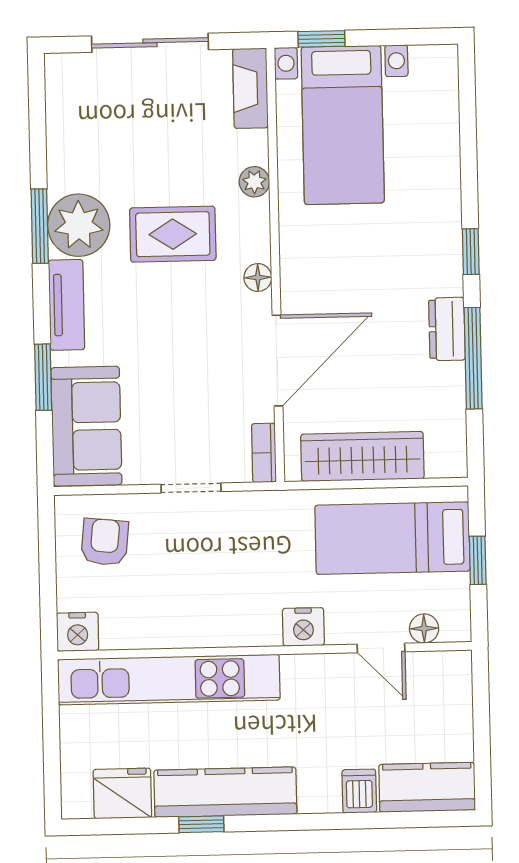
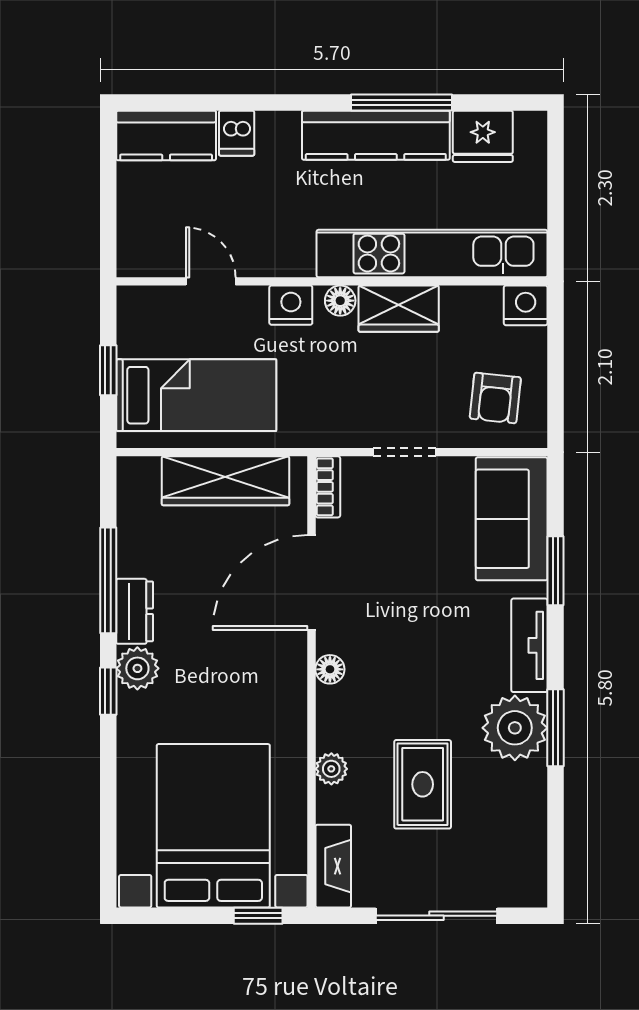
bed with nightstands: (343, 125) -> (213, 826), width x1.36
rug: (173, 234) -> (423, 784), moved, turned 90
plant: (443, 274) -> (137, 668), added
wardrobe: (200, 626) -> (399, 309), added
floor lamp: (424, 628) -> (340, 301), moved
window: (201, 824) -> (402, 103), width x2.17

